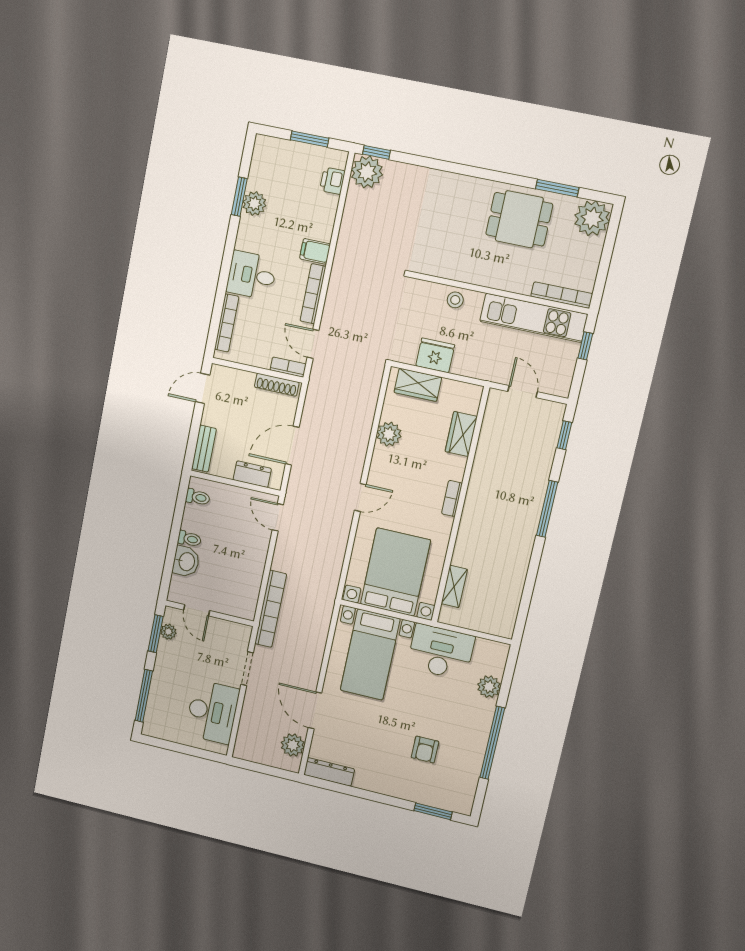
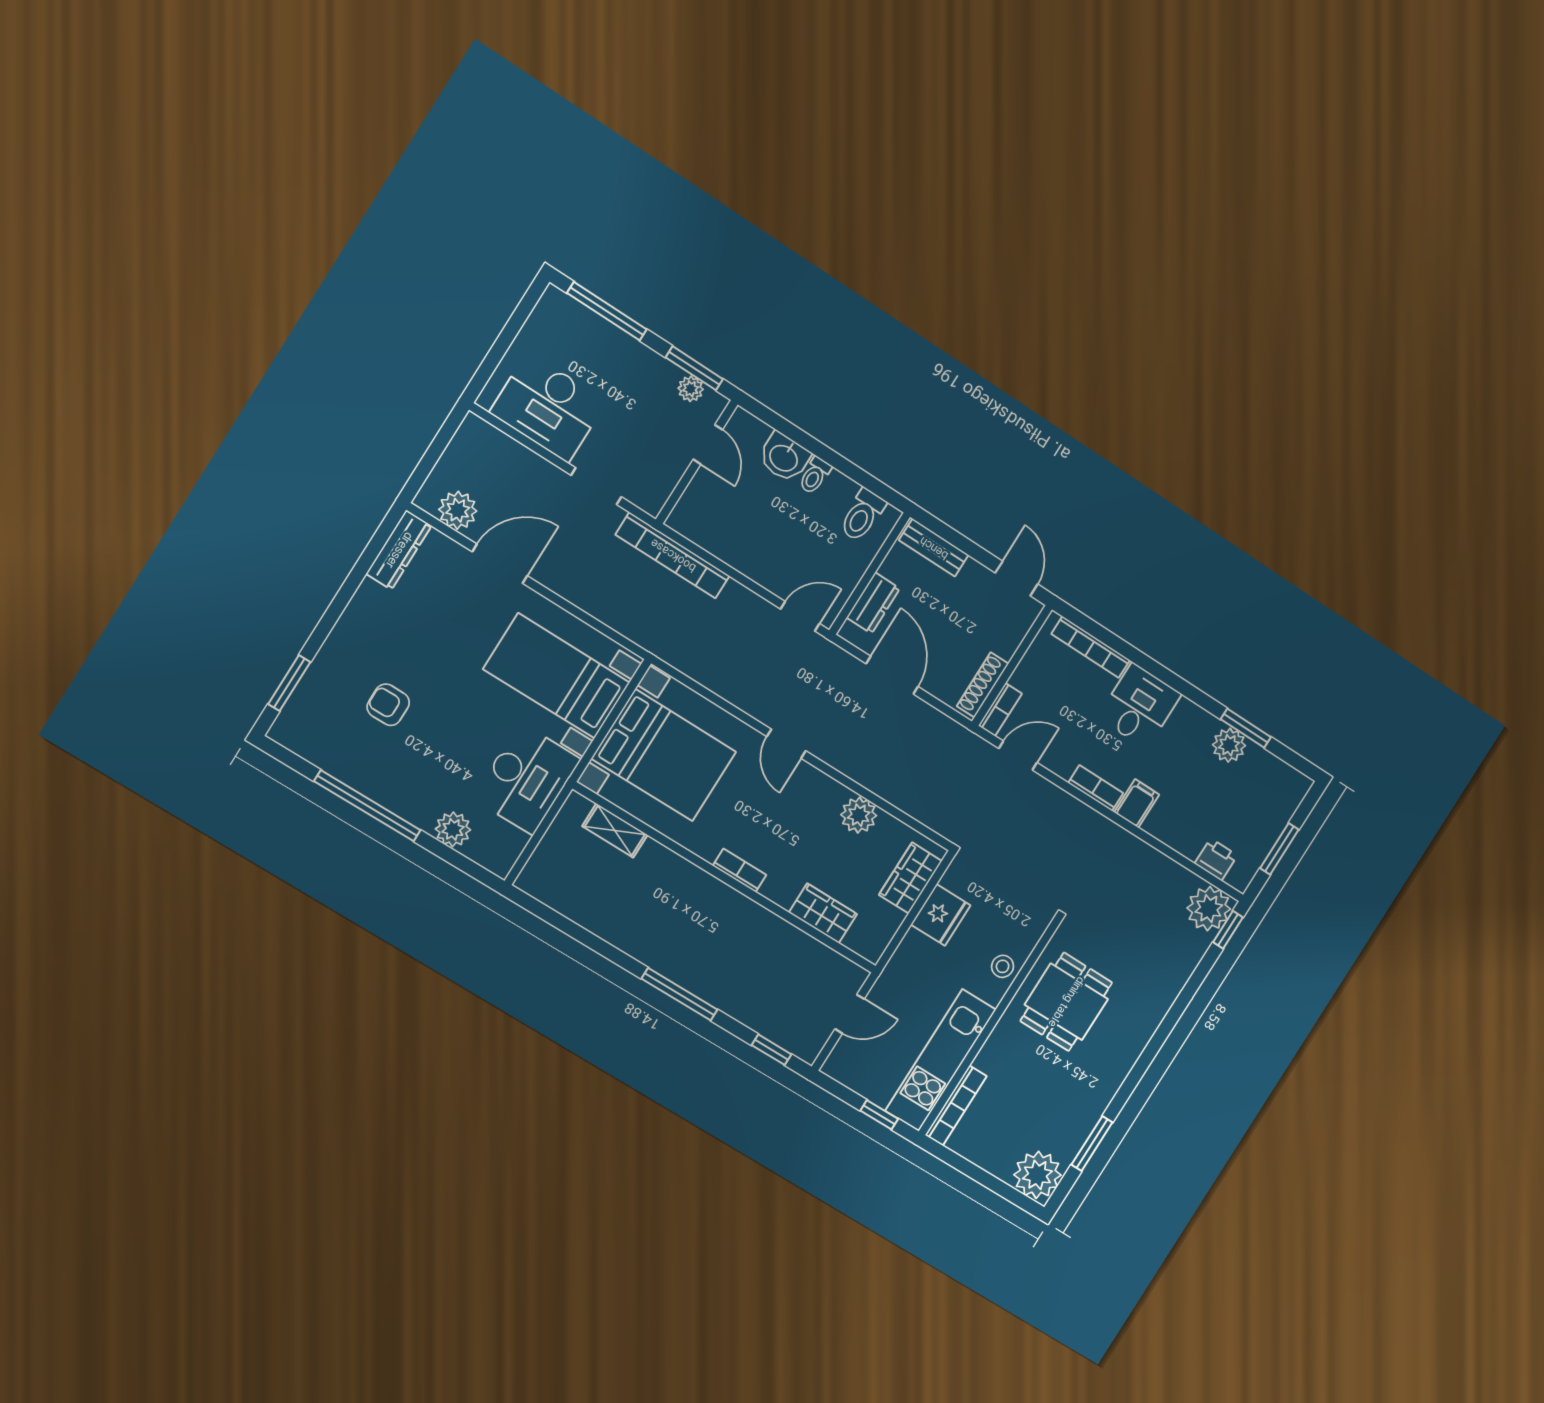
dining table: (519, 219) -> (1066, 1002), moved
bookcase: (313, 294) -> (1096, 788), width x0.64
toilet: (198, 497) -> (862, 515), width x1.37, depth x1.39
door: (197, 610) -> (708, 445), swing flipped

